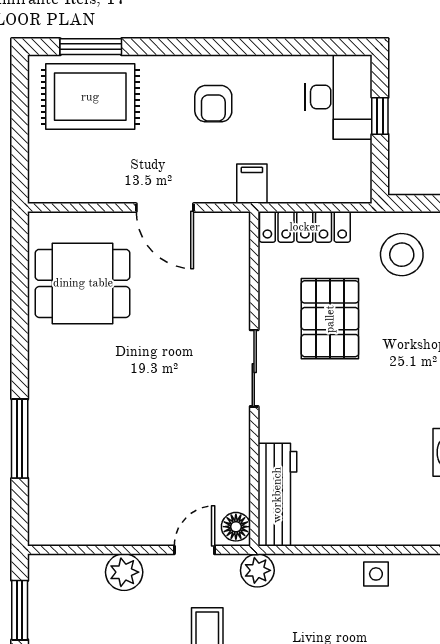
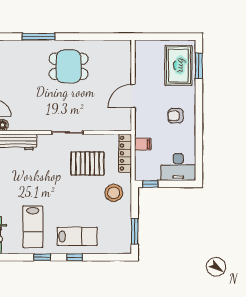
window: (380, 116) -> (150, 184), moved
filing cabinet: (252, 184) -> (143, 144), moved
dining table: (83, 283) -> (69, 66), moved, turned 90

